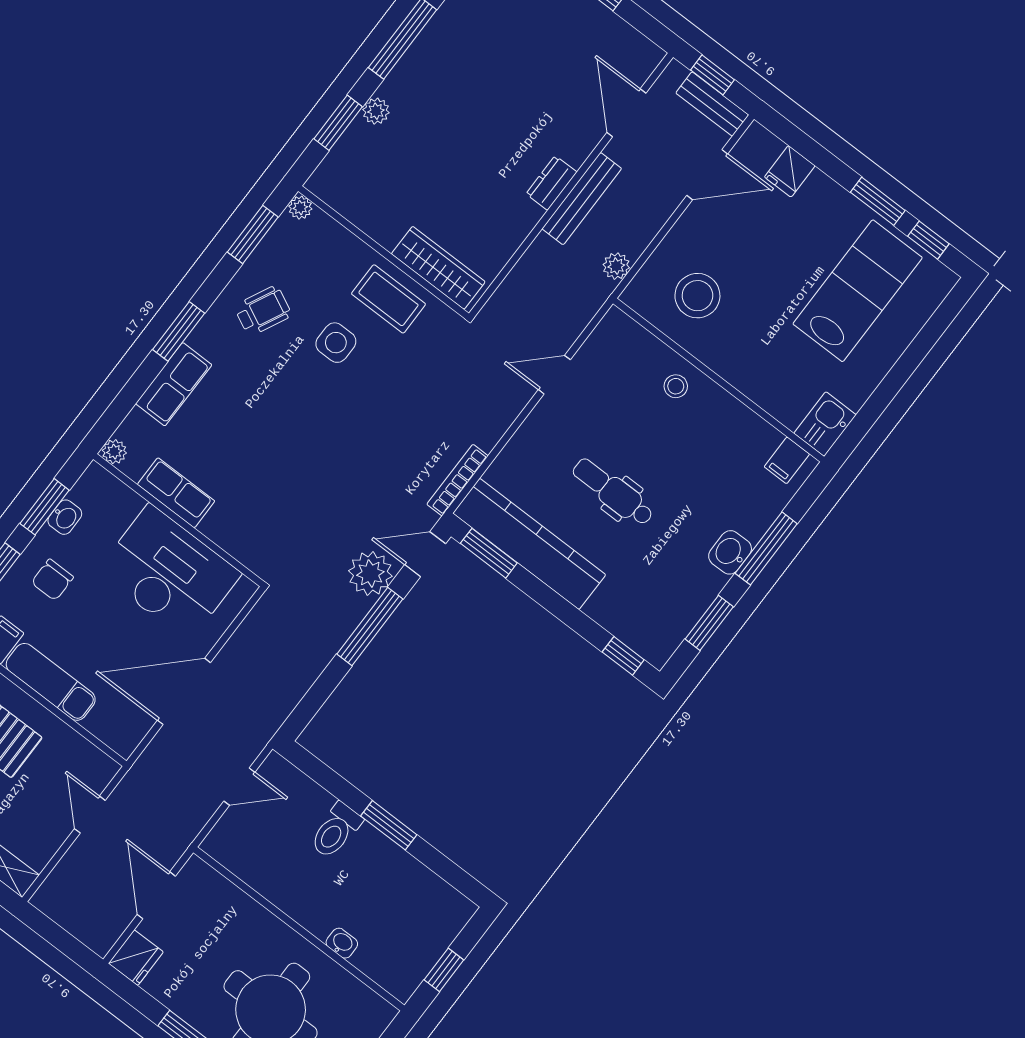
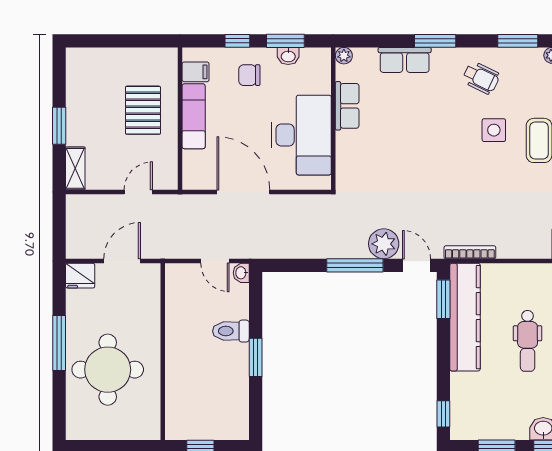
dental chair: (613, 492) -> (528, 341), turned 180
washbasin: (342, 943) -> (241, 273), moved, turned 180

